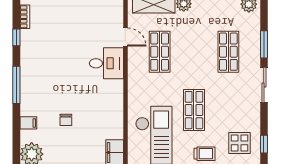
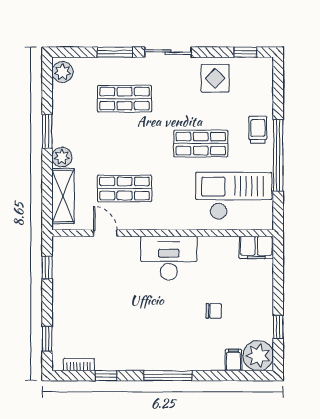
door: (125, 37) -> (105, 233), hinge flipped
desk: (106, 63) -> (169, 258), moved, width x1.37
filing cabinet: (28, 123) -> (233, 360), moved
display table: (239, 143) -> (215, 78), moved

